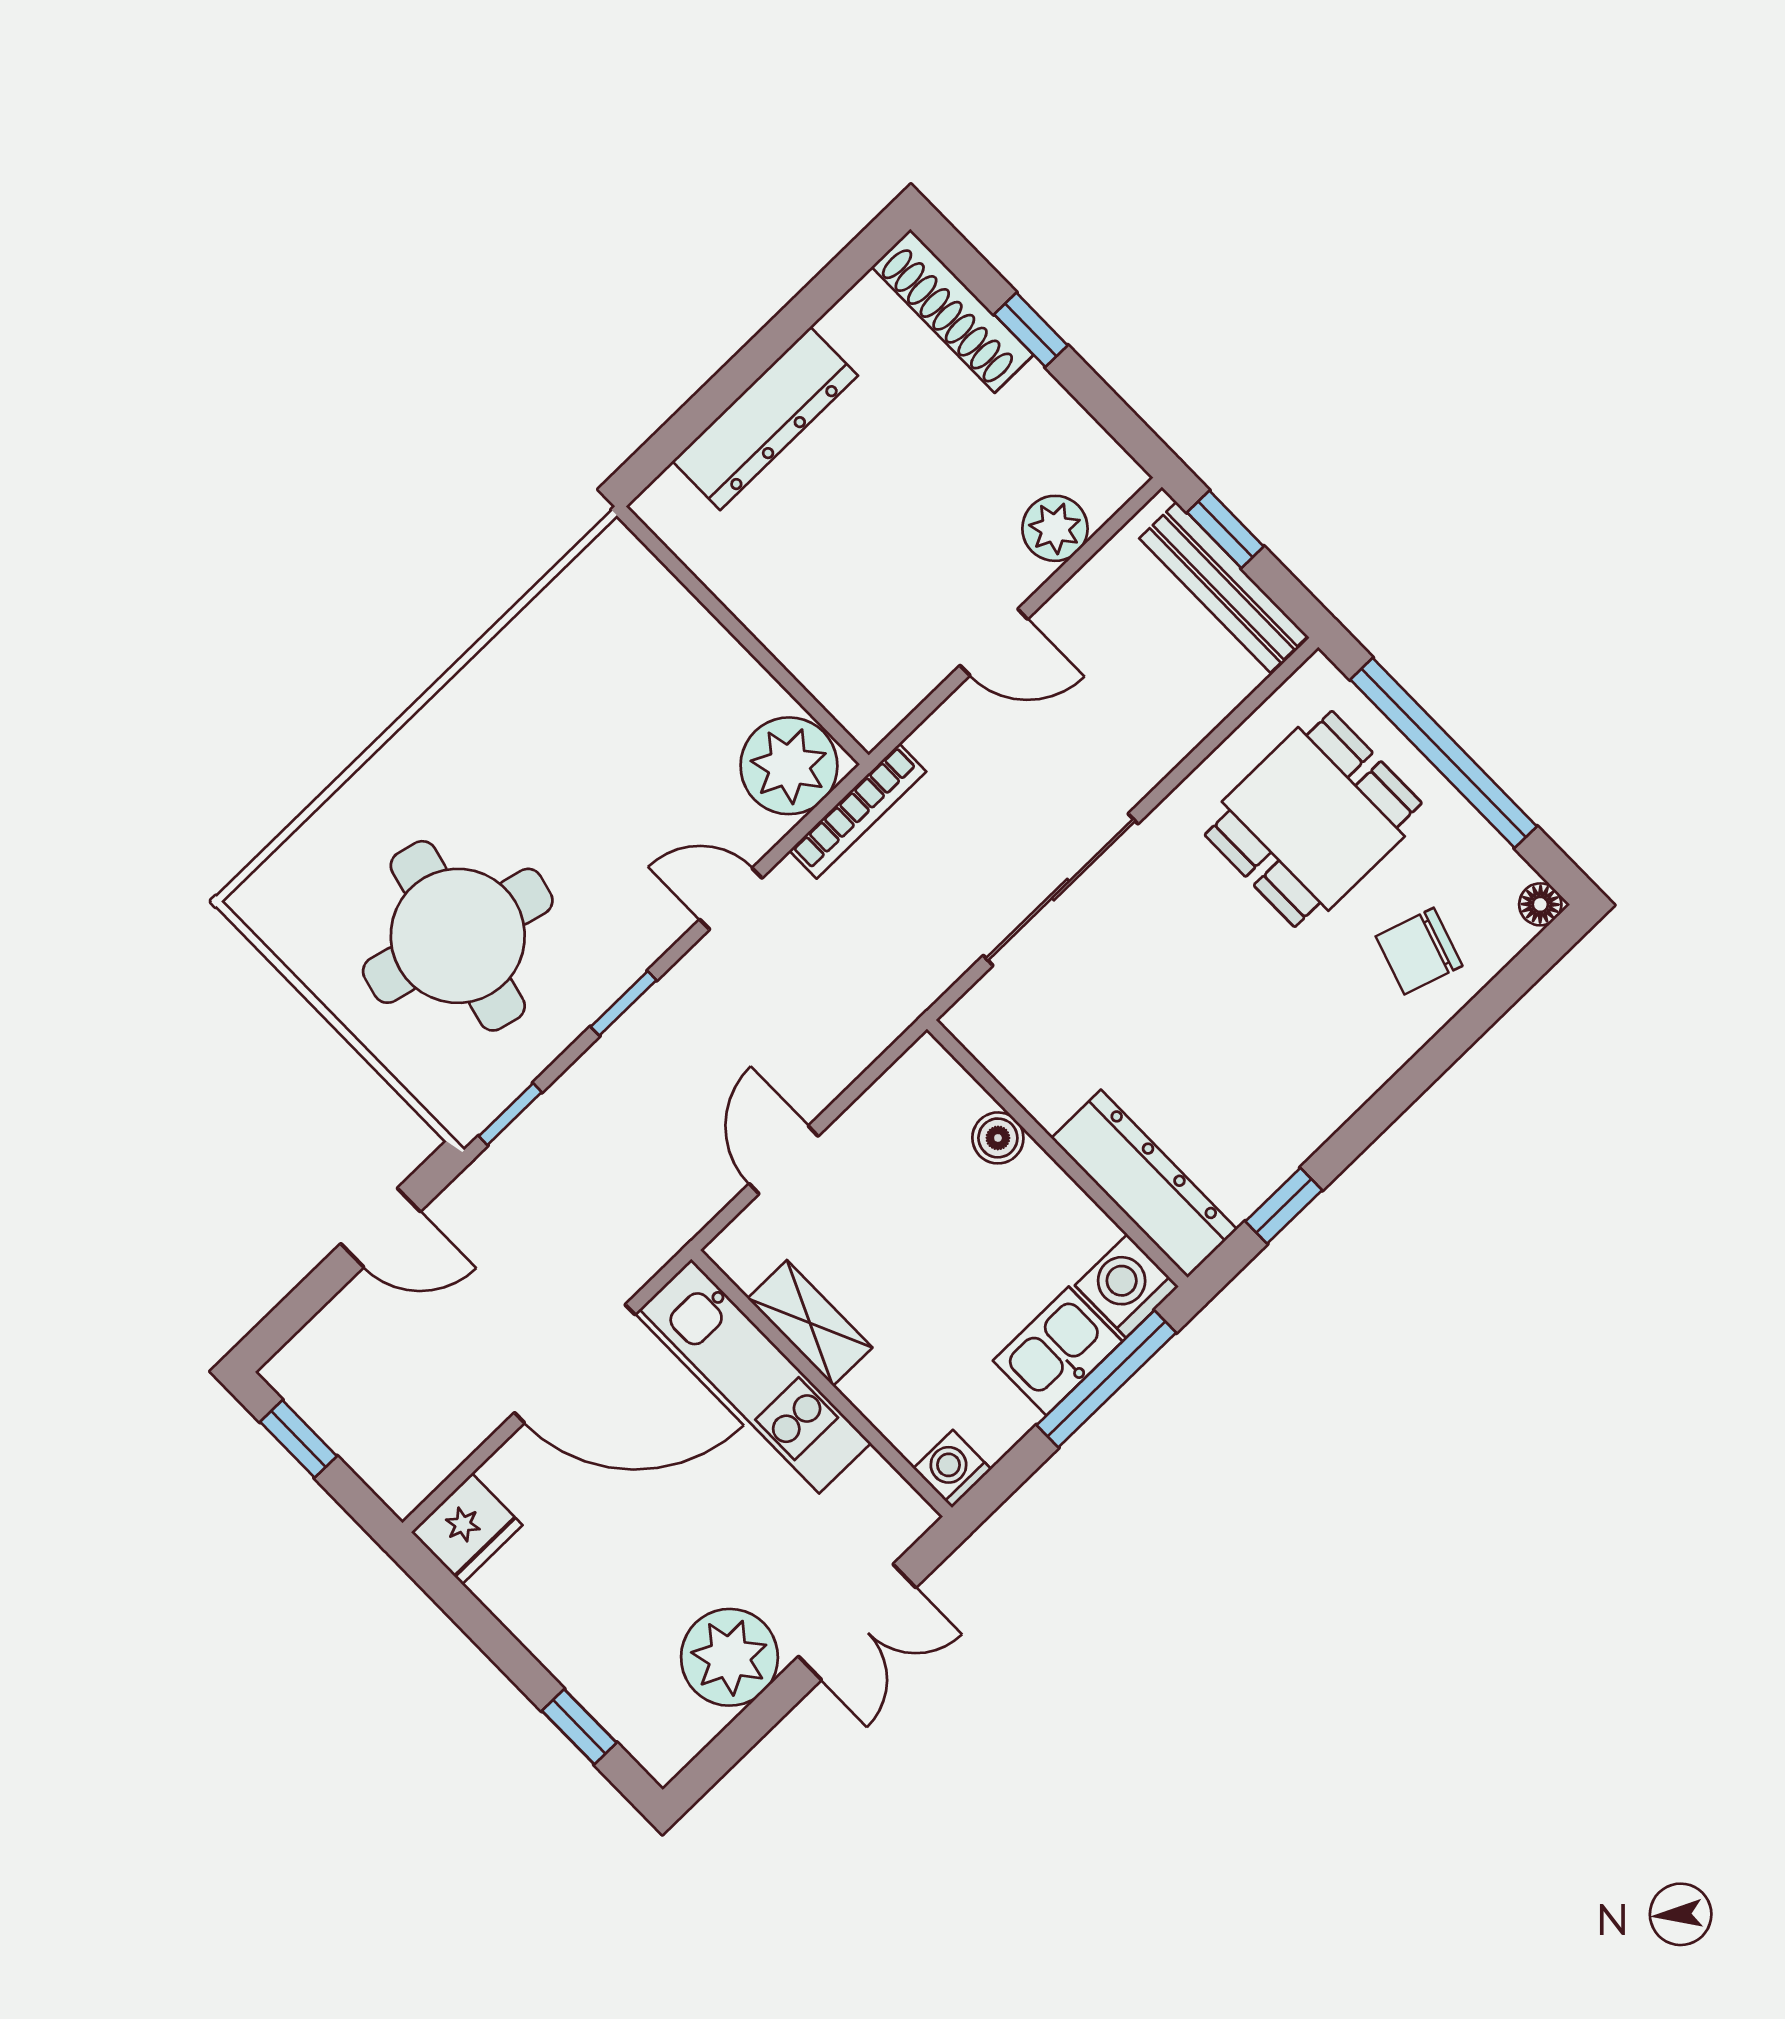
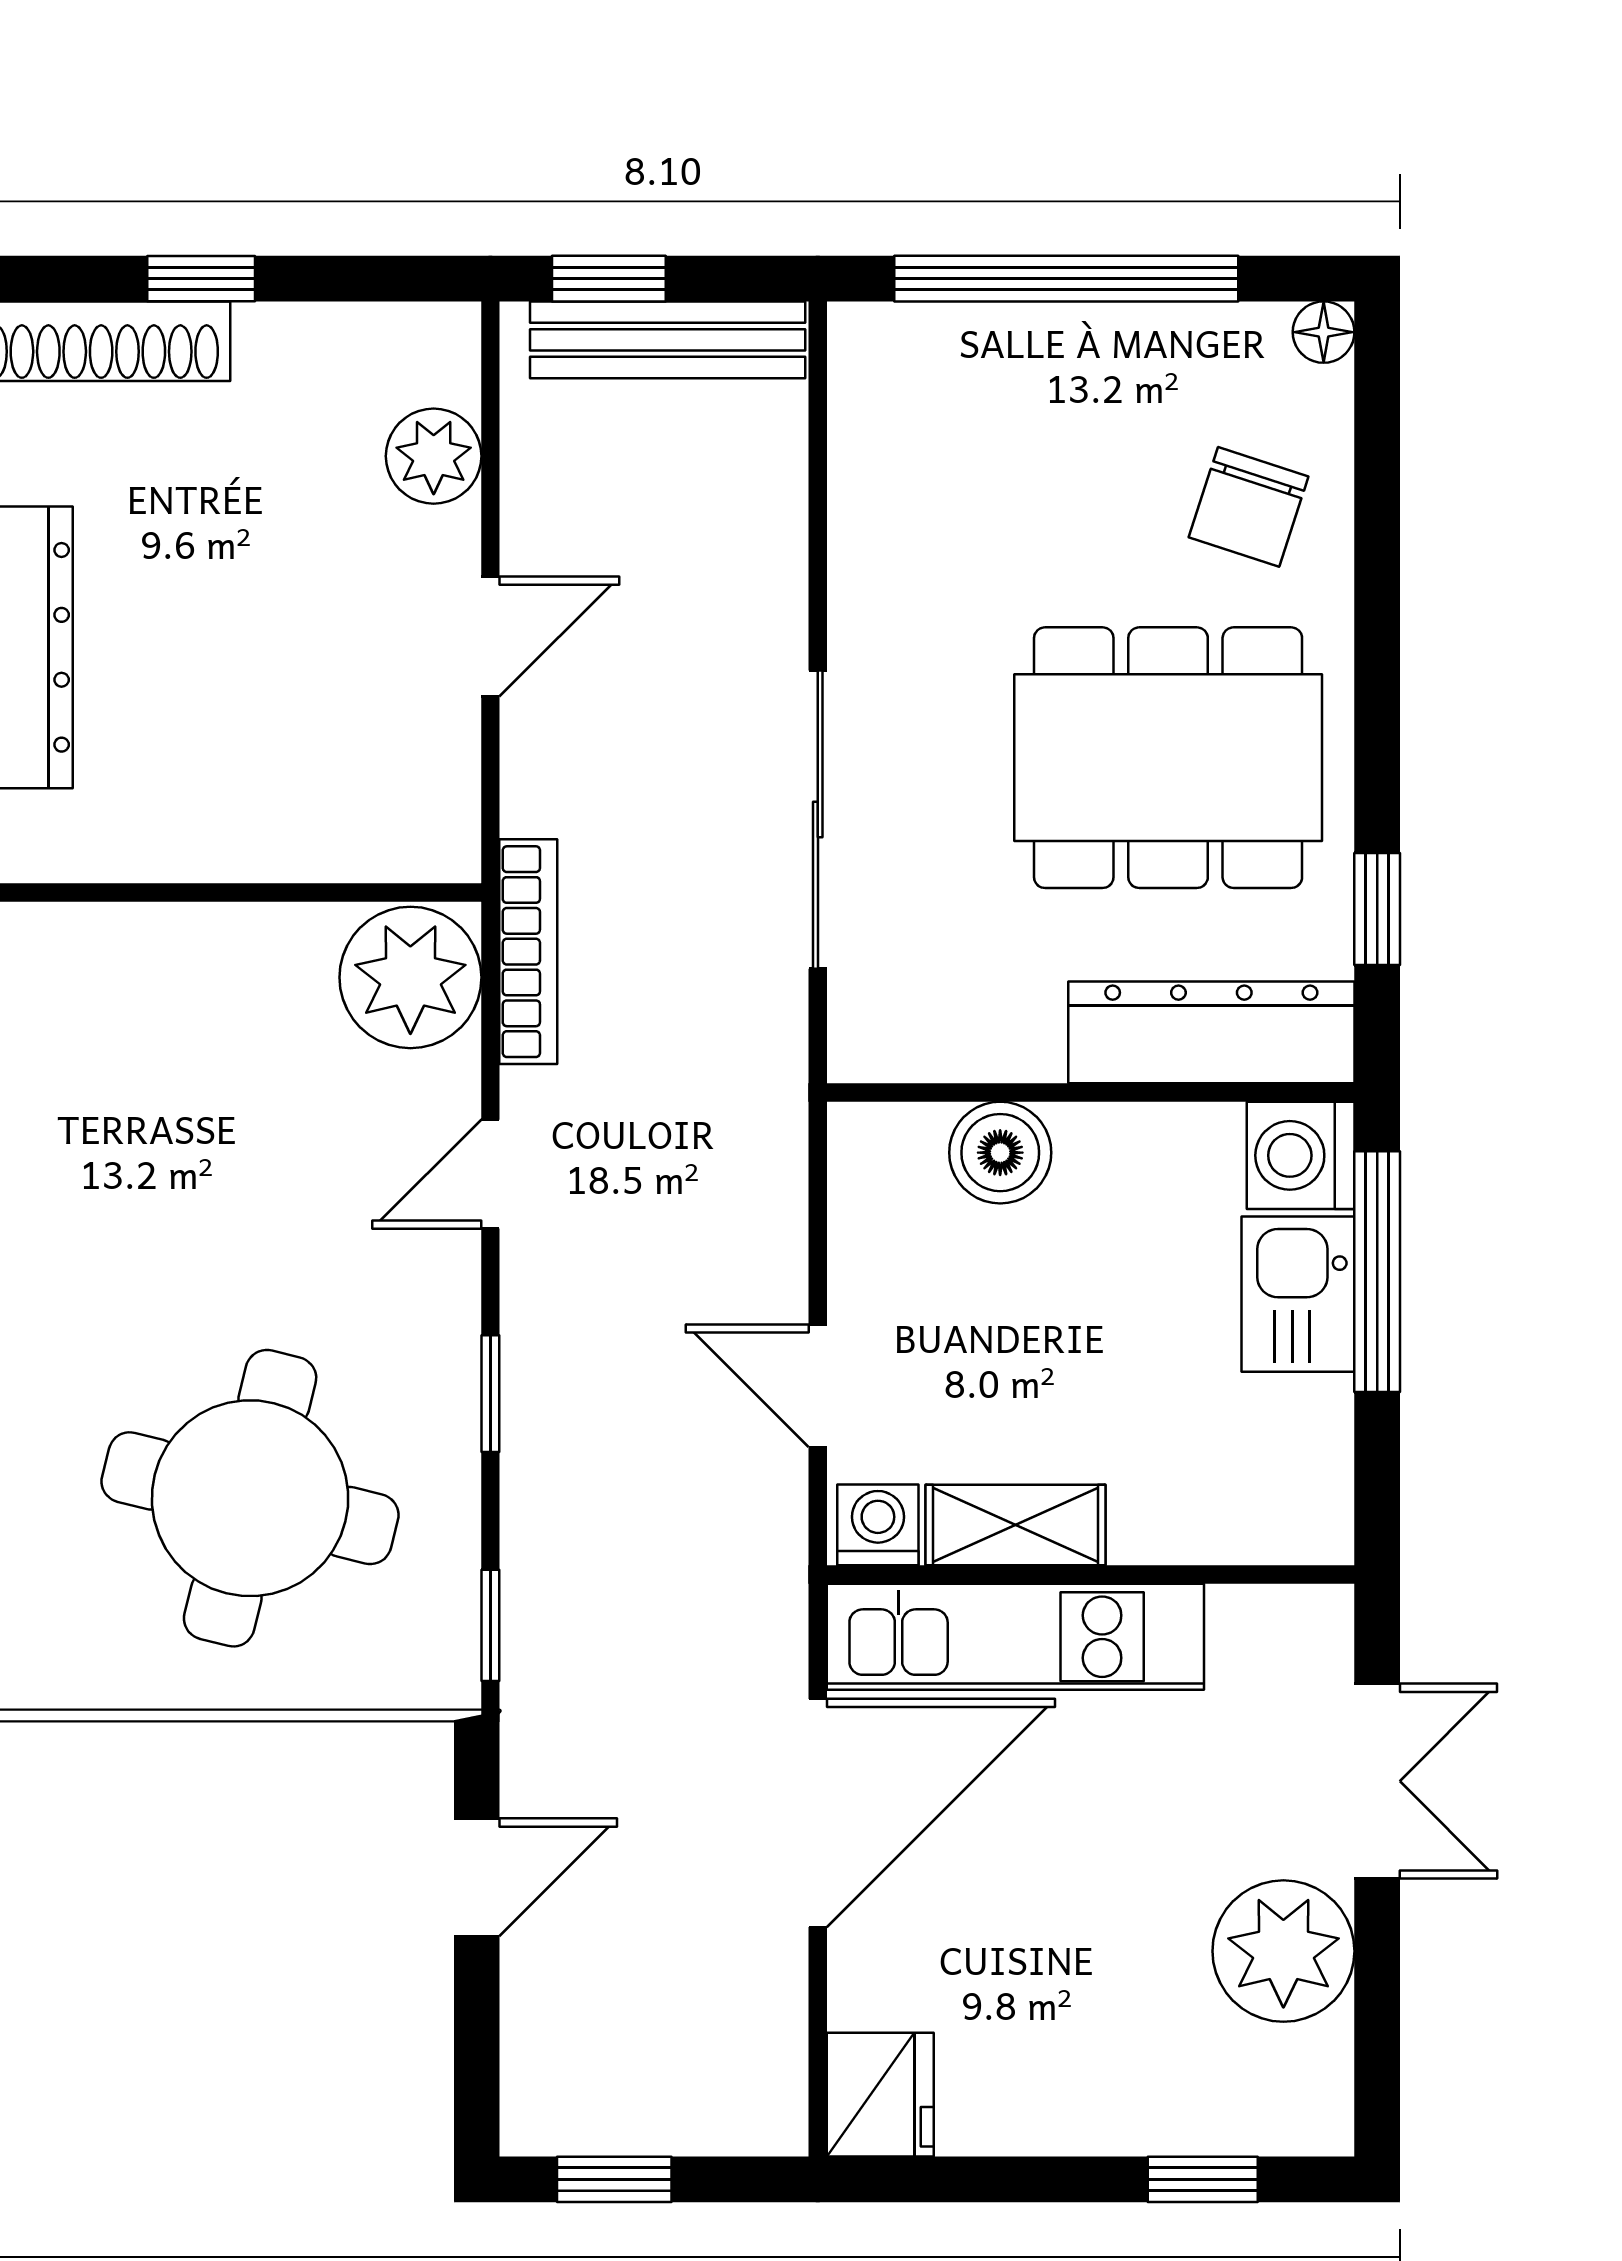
dining table: (1313, 819) -> (1168, 758), moved, width x1.37
boiler: (998, 1138) -> (1000, 1153), width x1.36, depth x1.36
washing machine: (952, 1469) -> (878, 1525), moved, turned 90

